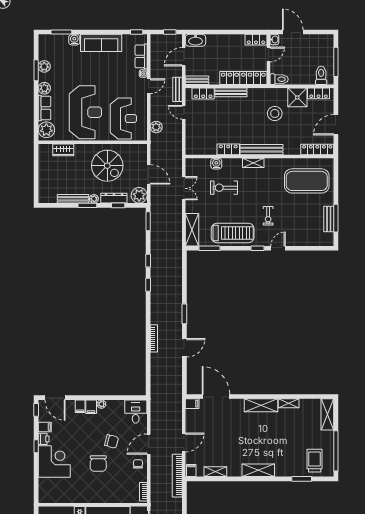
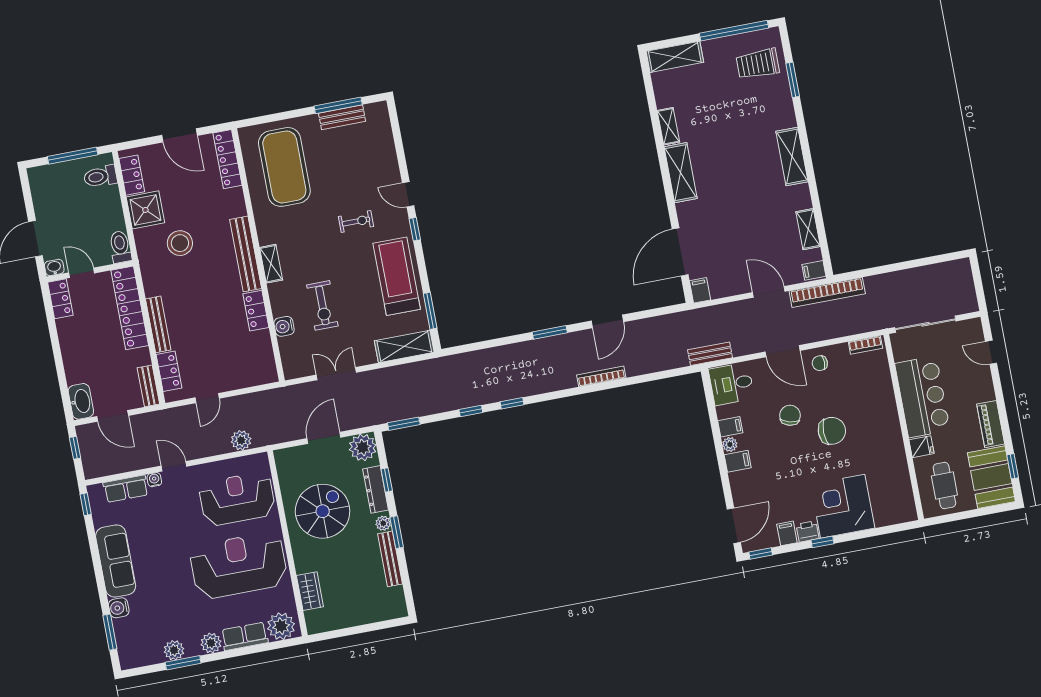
bench: (178, 89) -> (710, 354), moved
door: (184, 348) -> (607, 321), swing flipped
filing cabinet: (80, 406) -> (730, 427), moved

